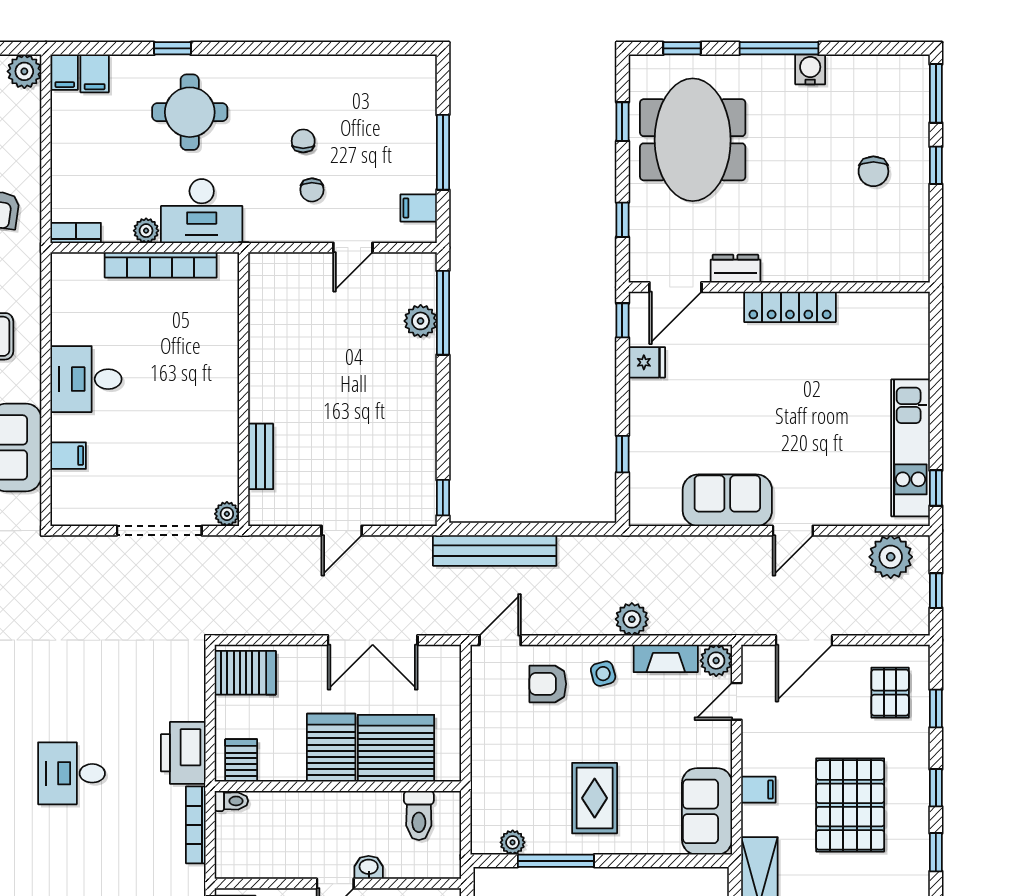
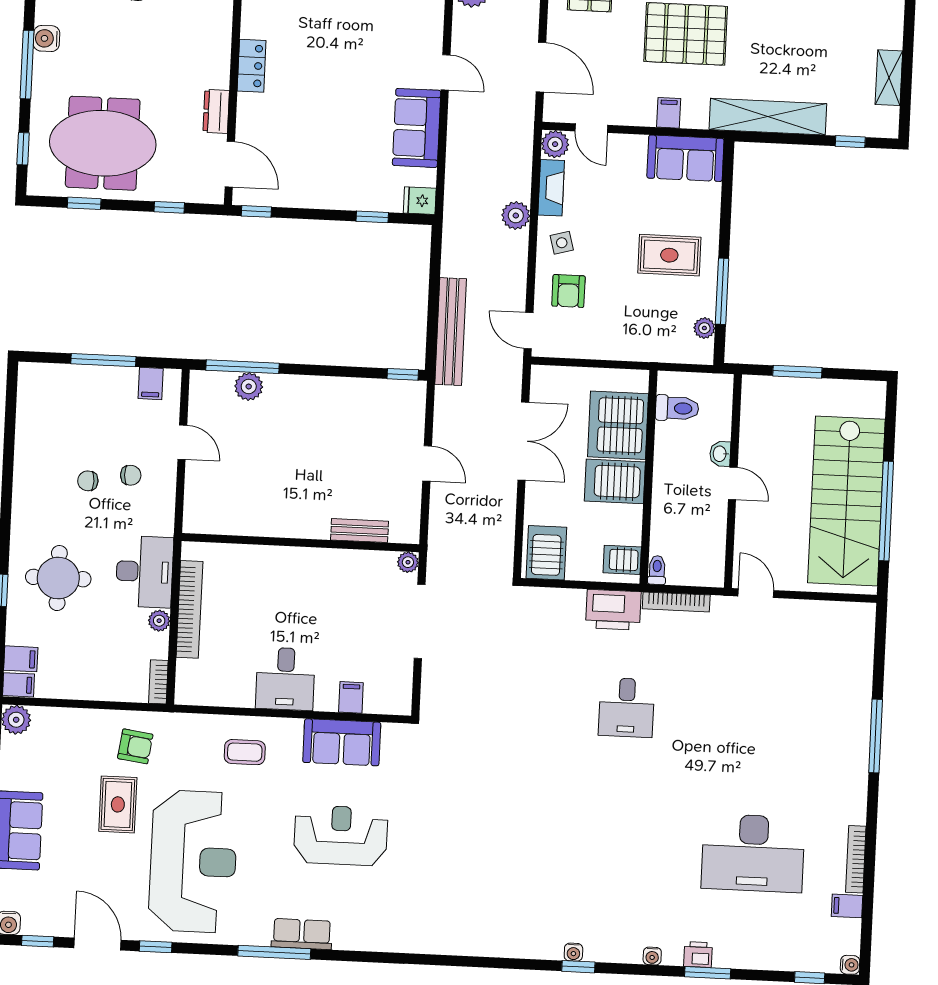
locker: (790, 307) -> (252, 66), width x0.66
fridge: (647, 362) -> (420, 201), moved, turned -90

